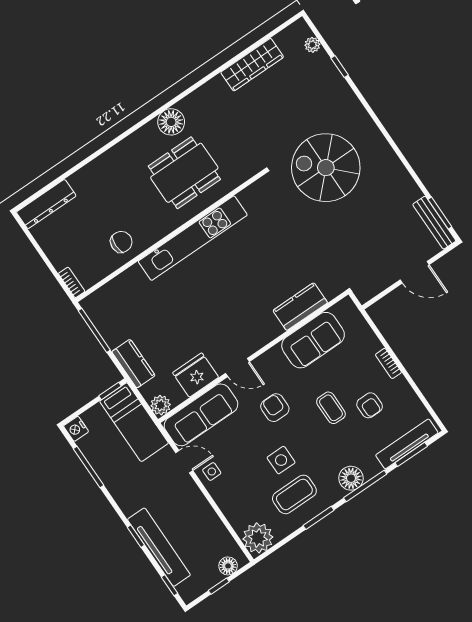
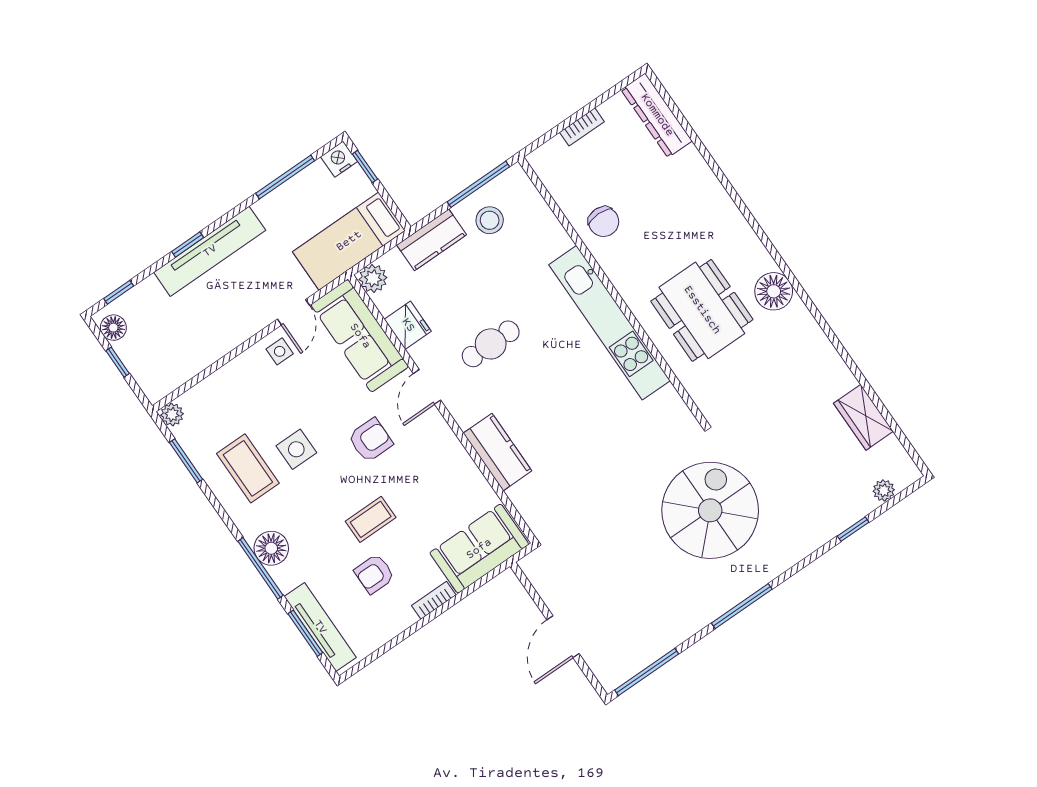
wardrobe: (252, 65) -> (863, 417), width x0.67
window: (394, 146) -> (742, 606), added
window: (440, 213) -> (647, 672), width x1.44
bench: (434, 223) -> (633, 664), removed
bookcase: (72, 282) -> (582, 127), moved
kitchen counter: (300, 307) -> (497, 452), moved
cafe table: (207, 322) -> (491, 344), added
stool: (120, 323) -> (490, 220), added
sofa: (313, 340) -> (479, 549), moved, turned 90
fridge: (196, 375) -> (408, 325), width x0.73, depth x0.75
window: (110, 391) -> (365, 166), moved
window: (319, 518) -> (186, 461), moved
plant: (258, 538) -> (172, 414), width x0.53, depth x0.53
tv unit: (159, 547) -> (210, 251), moved
floor lamp: (228, 566) -> (113, 328), moved

